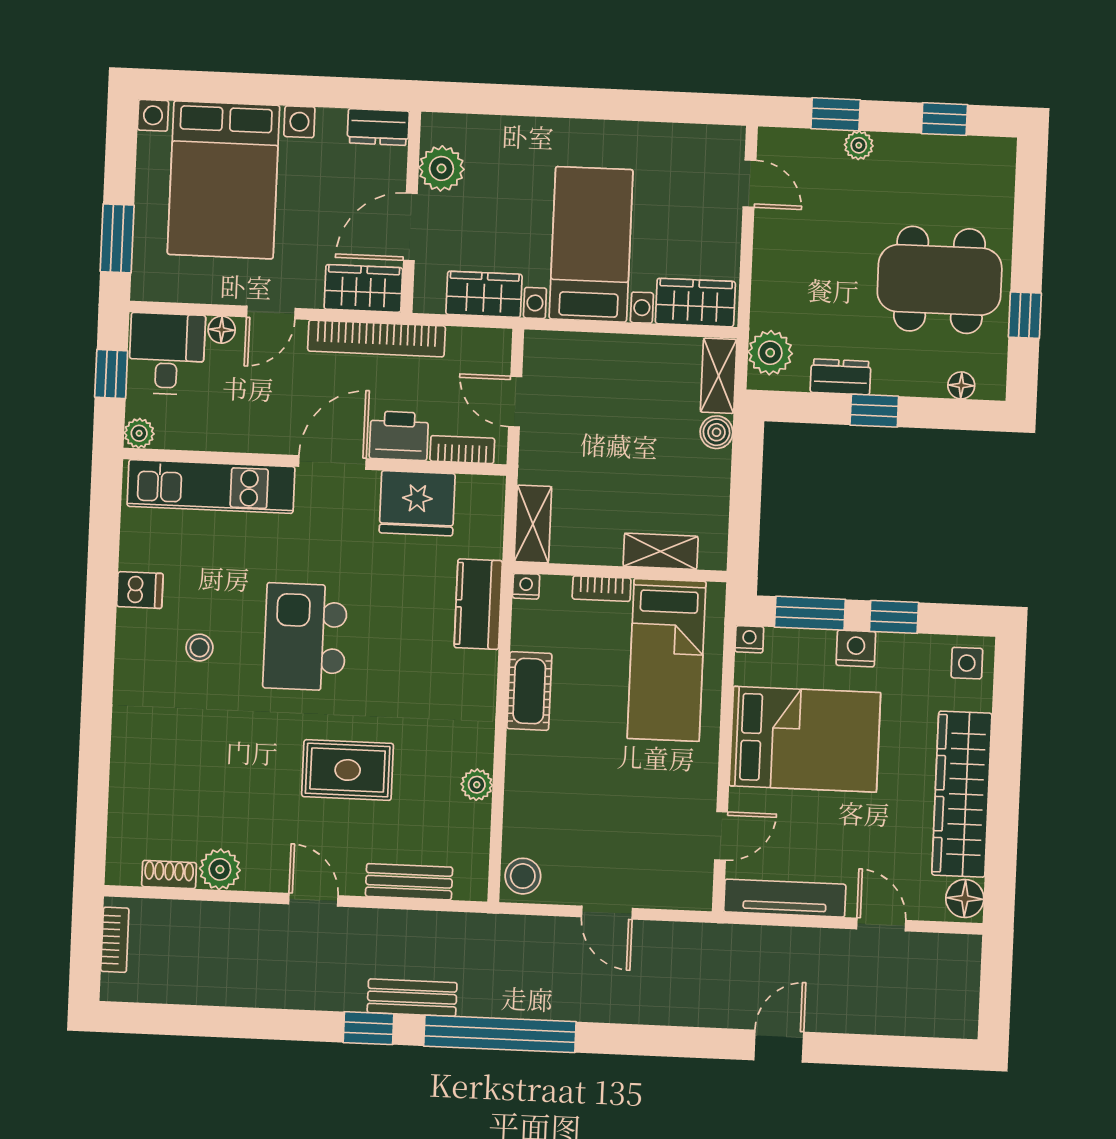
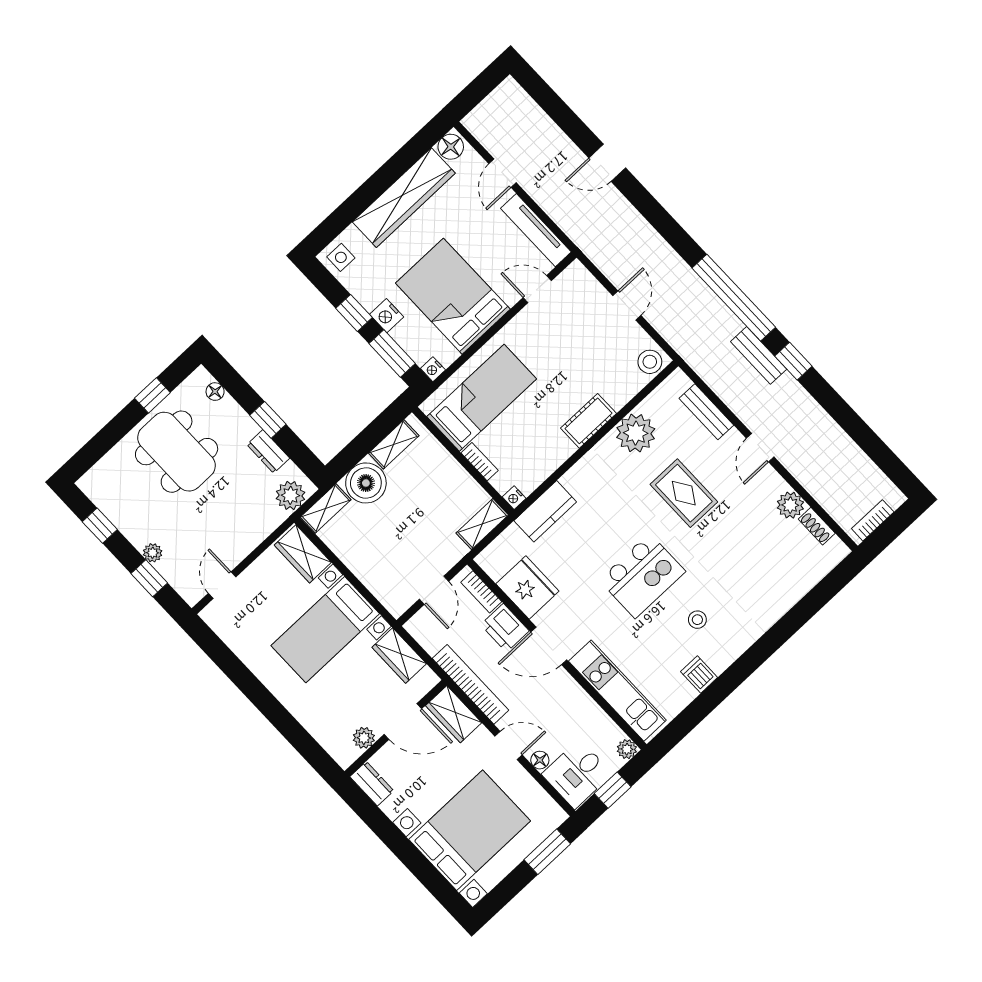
plant: (441, 168) -> (364, 738), width x0.73, depth x0.73
boiler: (716, 432) -> (366, 483), width x1.86, depth x1.86
shelving: (661, 551) -> (394, 444), moved, turned 90
cot: (529, 691) -> (589, 421), moved
plant: (477, 785) -> (636, 433), width x1.87, depth x1.87

